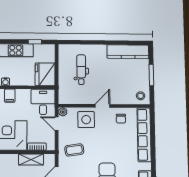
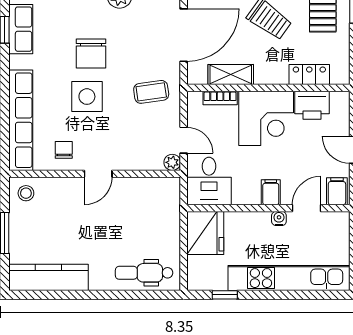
dental chair: (81, 70) -> (144, 273), moved, turned 90
side table: (86, 120) -> (87, 97), moved

